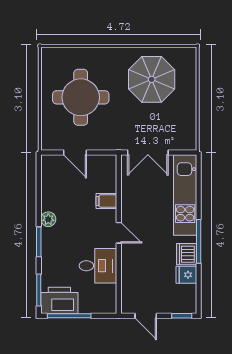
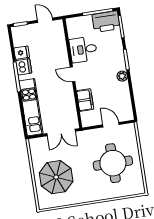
parasol: (152, 79) -> (56, 177), moved
double door: (148, 152) -> (61, 132), swing flipped
filing cabinet: (106, 201) -> (85, 100), width x2.00

